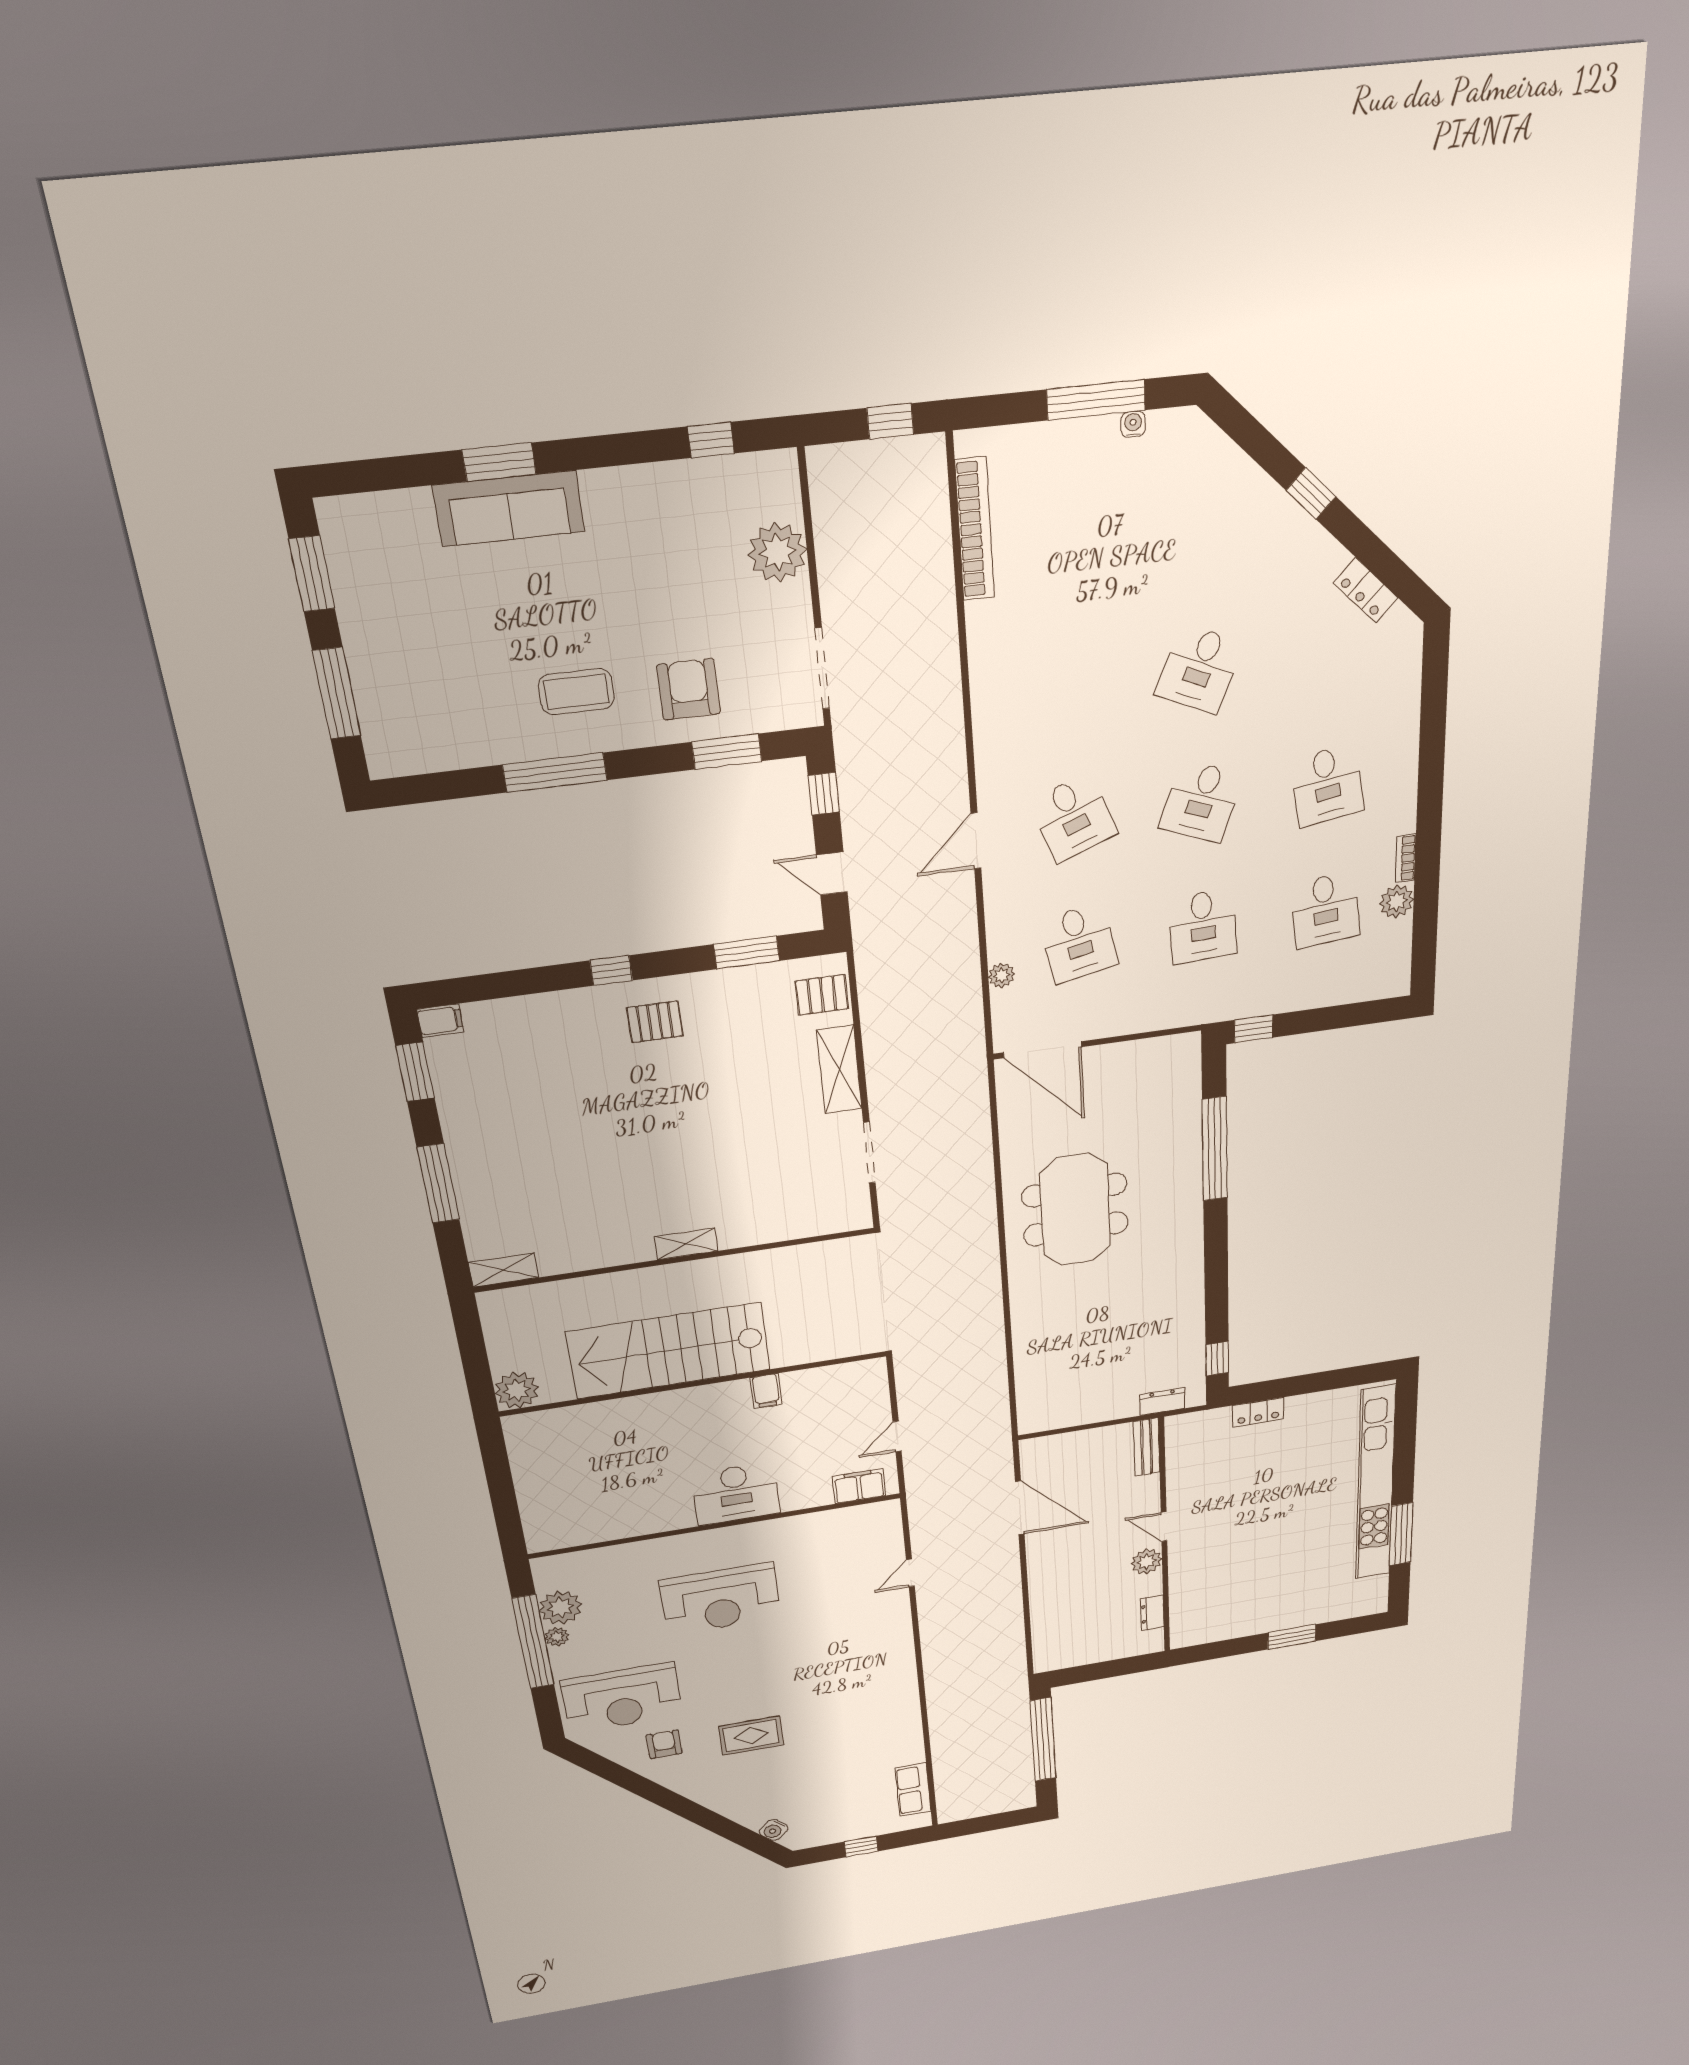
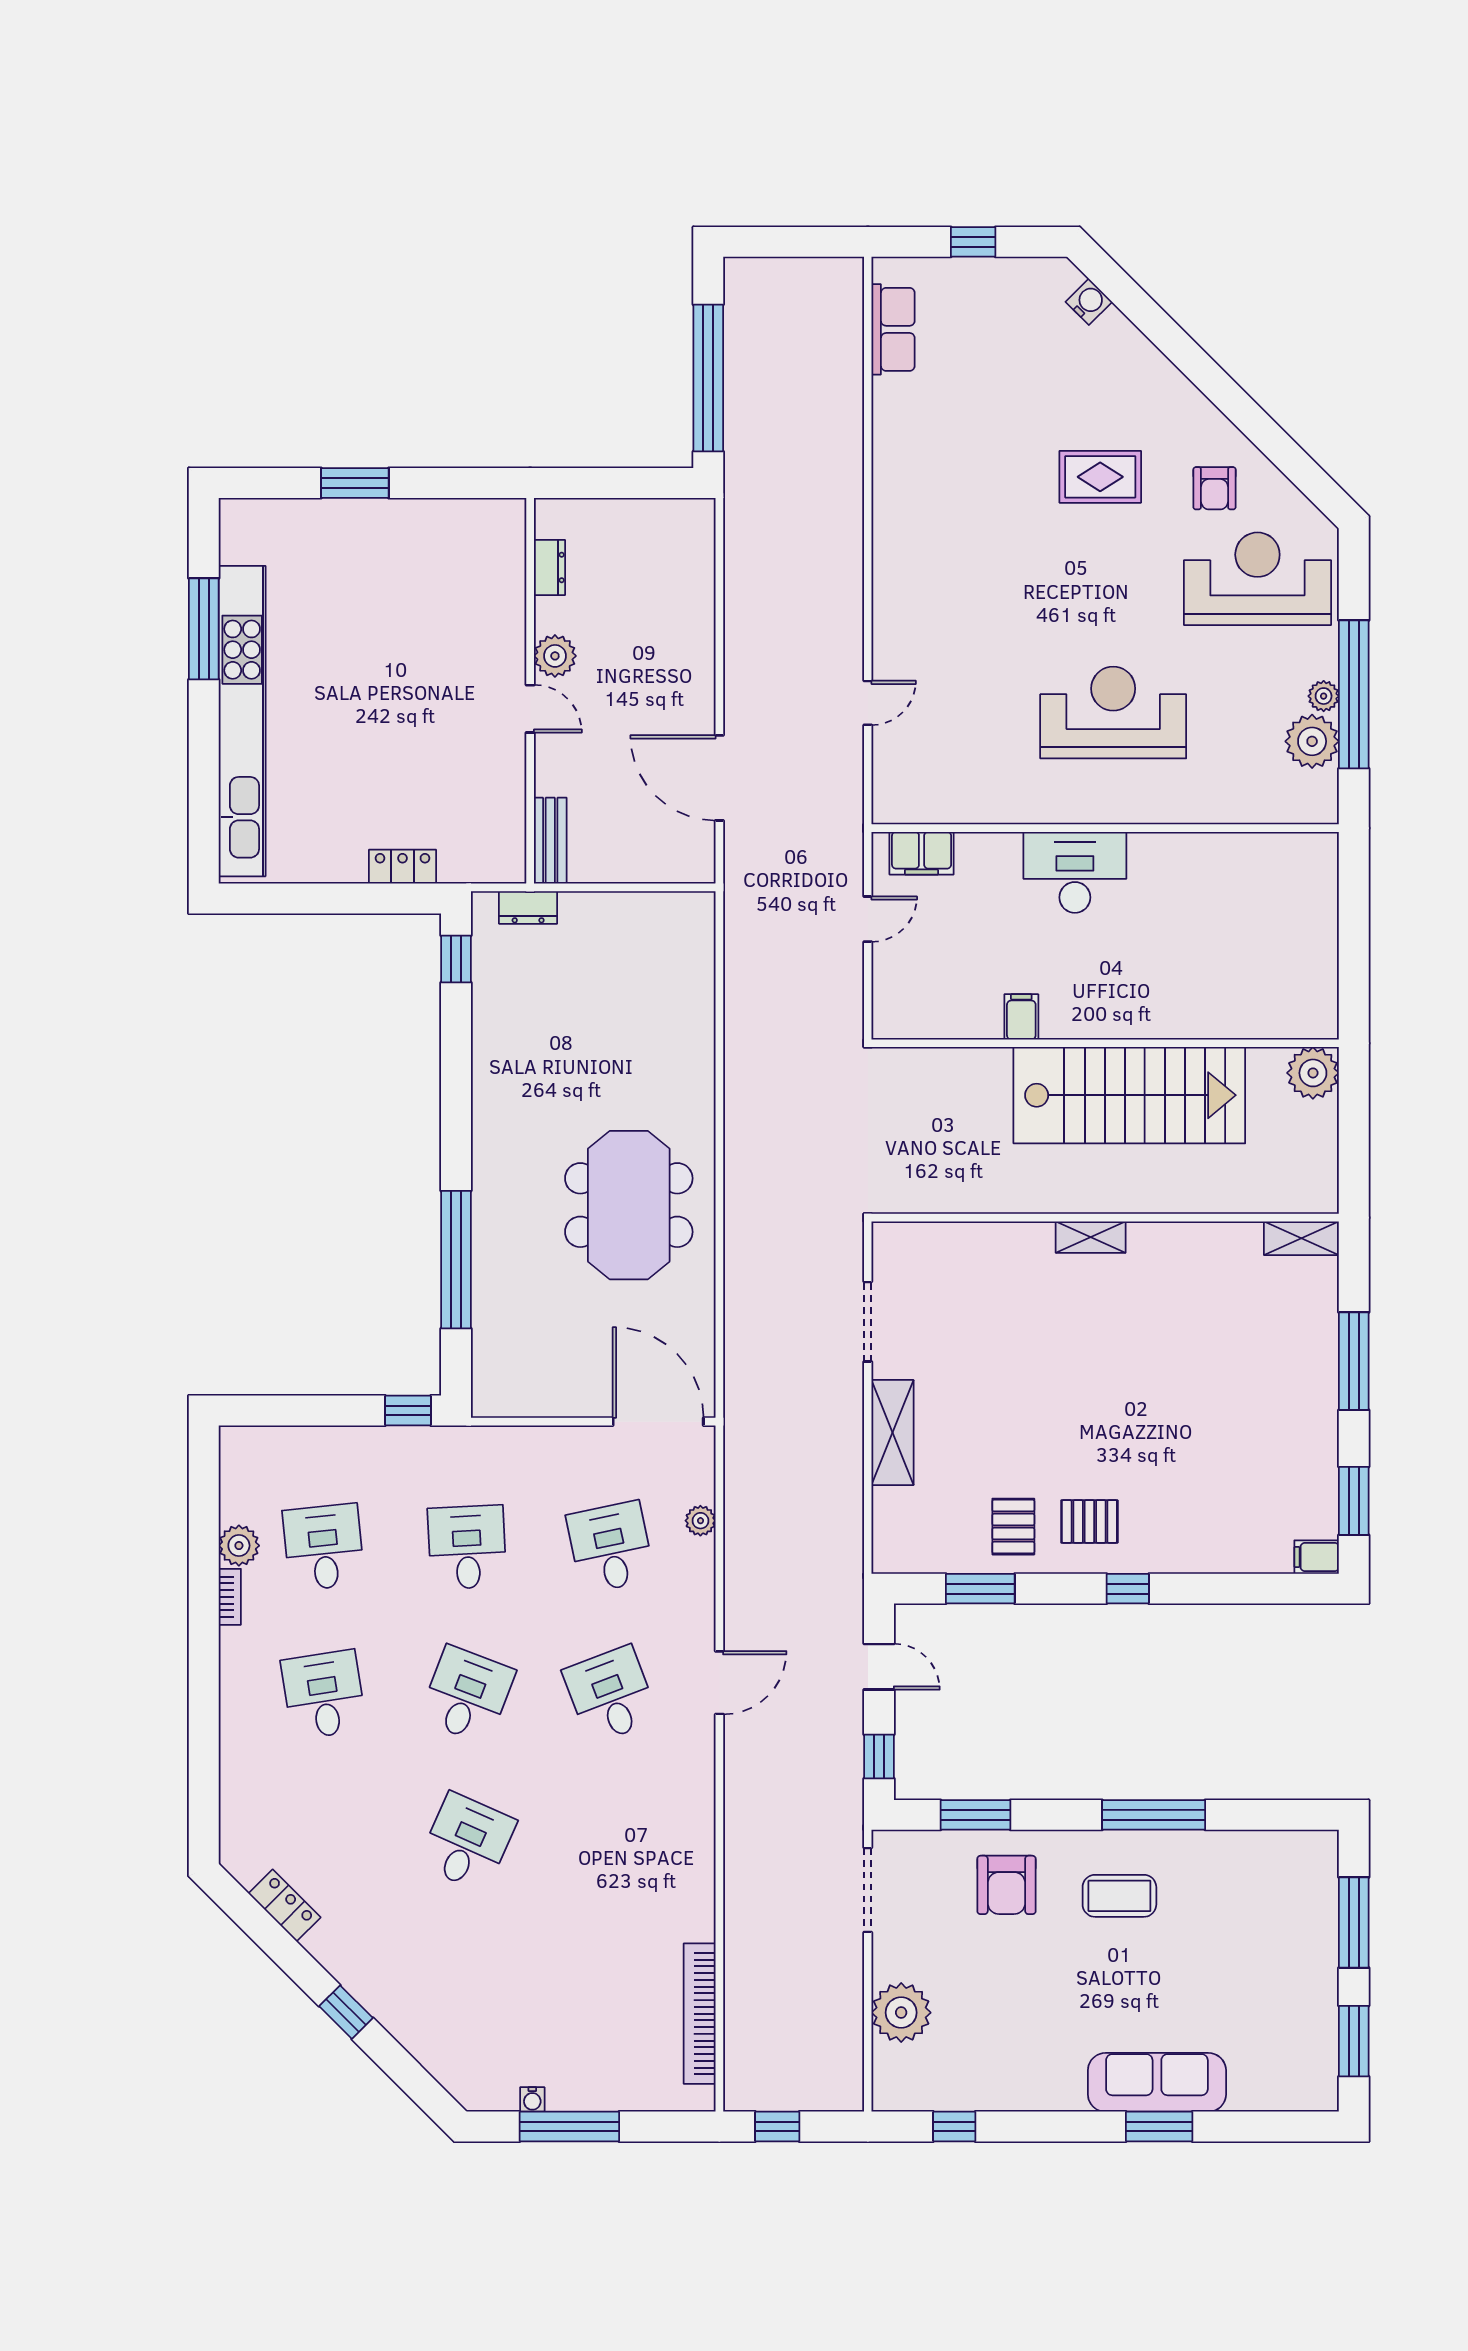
pallet: (822, 995) -> (1013, 1527), moved, turned 90

